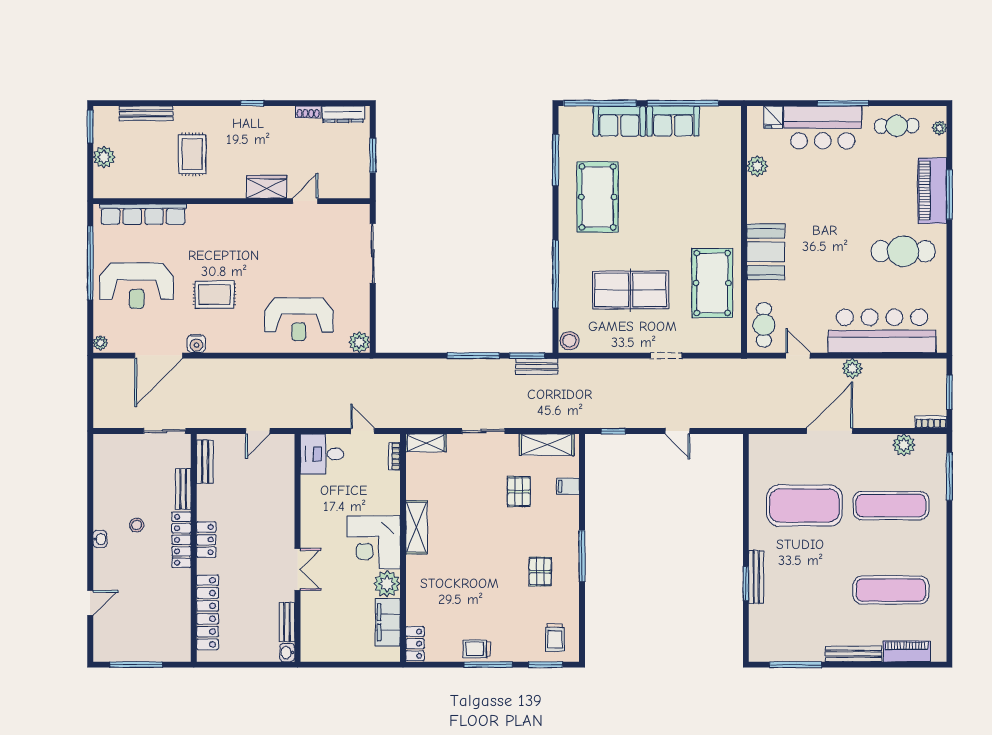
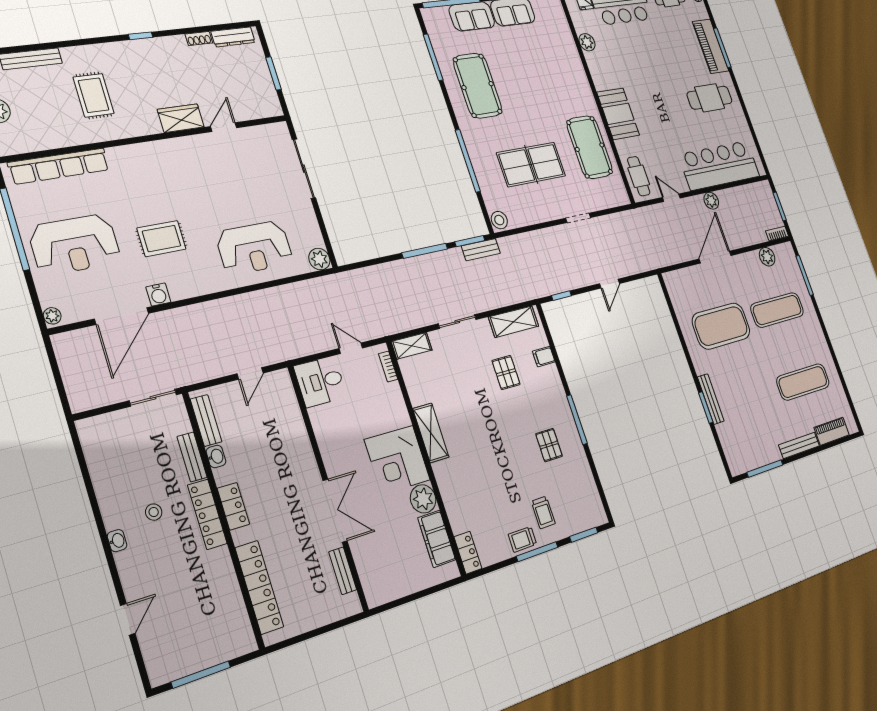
door: (677, 431) -> (609, 284), hinge flipped
double door: (297, 570) -> (335, 511), width x1.37
trolley: (555, 637) -> (543, 512), moved
washbasin: (287, 653) -> (216, 456), moved, turned 180

